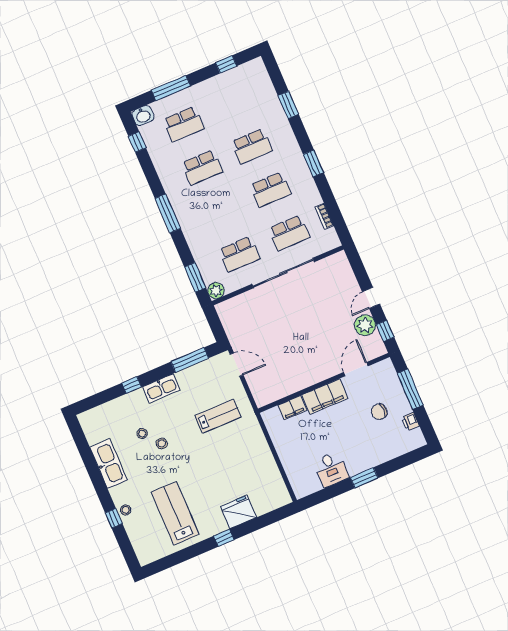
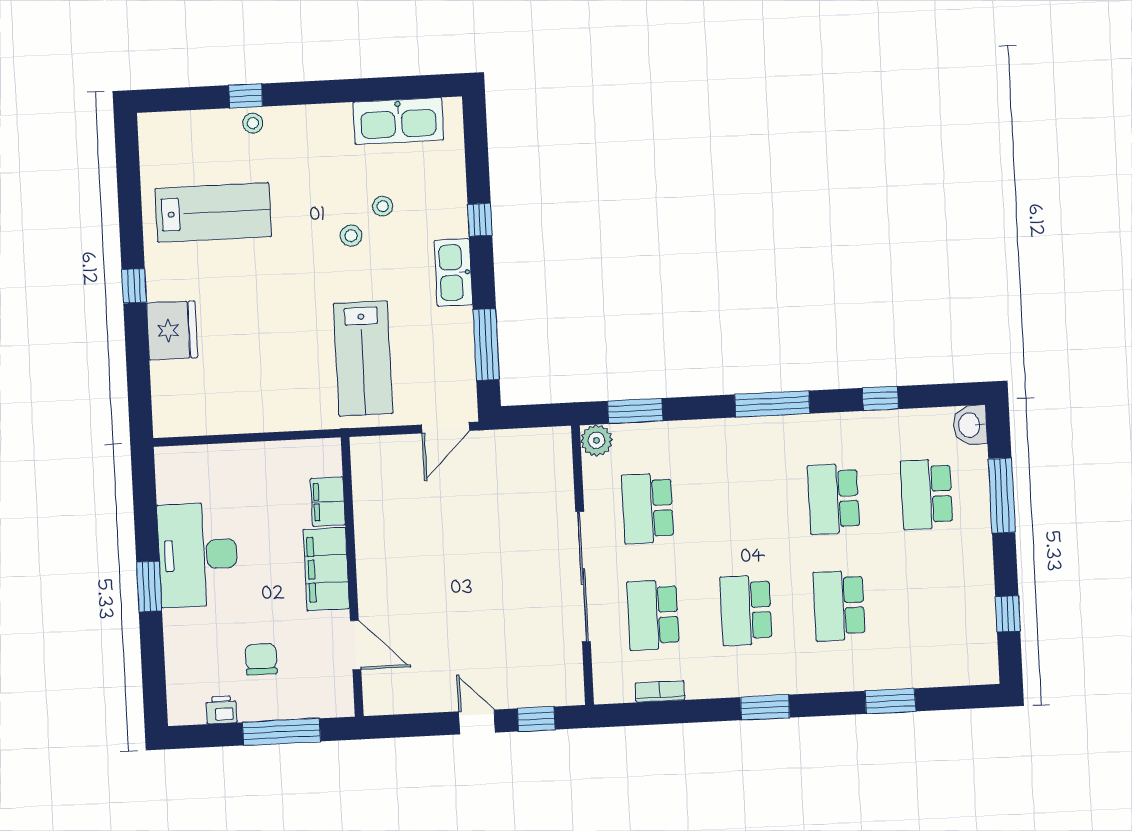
window: (137, 142) -> (880, 398), moved
plant: (365, 325) -> (431, 692), removed
window: (385, 331) -> (536, 719), moved
lab bench: (218, 416) -> (363, 358), width x1.36, depth x1.39
kitchen sink: (109, 464) -> (398, 121), moved
desk: (331, 469) -> (198, 555), width x1.87, depth x1.30

